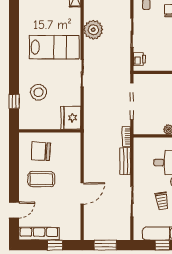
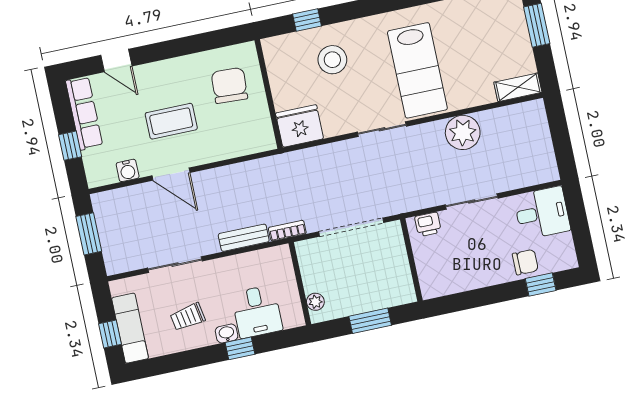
coffee table: (41, 179) -> (171, 121), moved, turned 90
water cooler: (75, 217) -> (128, 170), added

